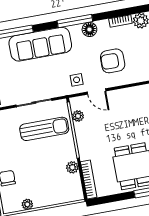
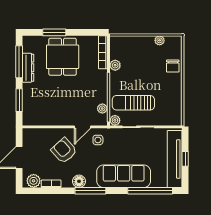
armchair: (113, 61) -> (64, 151), turned -132
door: (97, 91) -> (83, 127), swing flipped
plant: (61, 105) -> (115, 120), added

